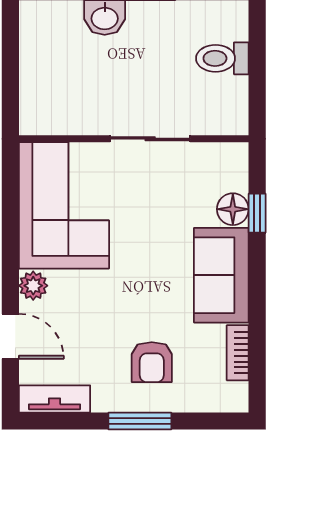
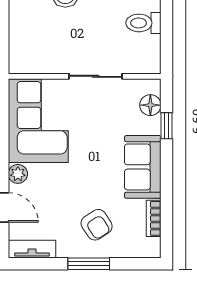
floor lamp: (233, 209) -> (150, 105), moved
armchair: (152, 362) -> (97, 225), turned -33

